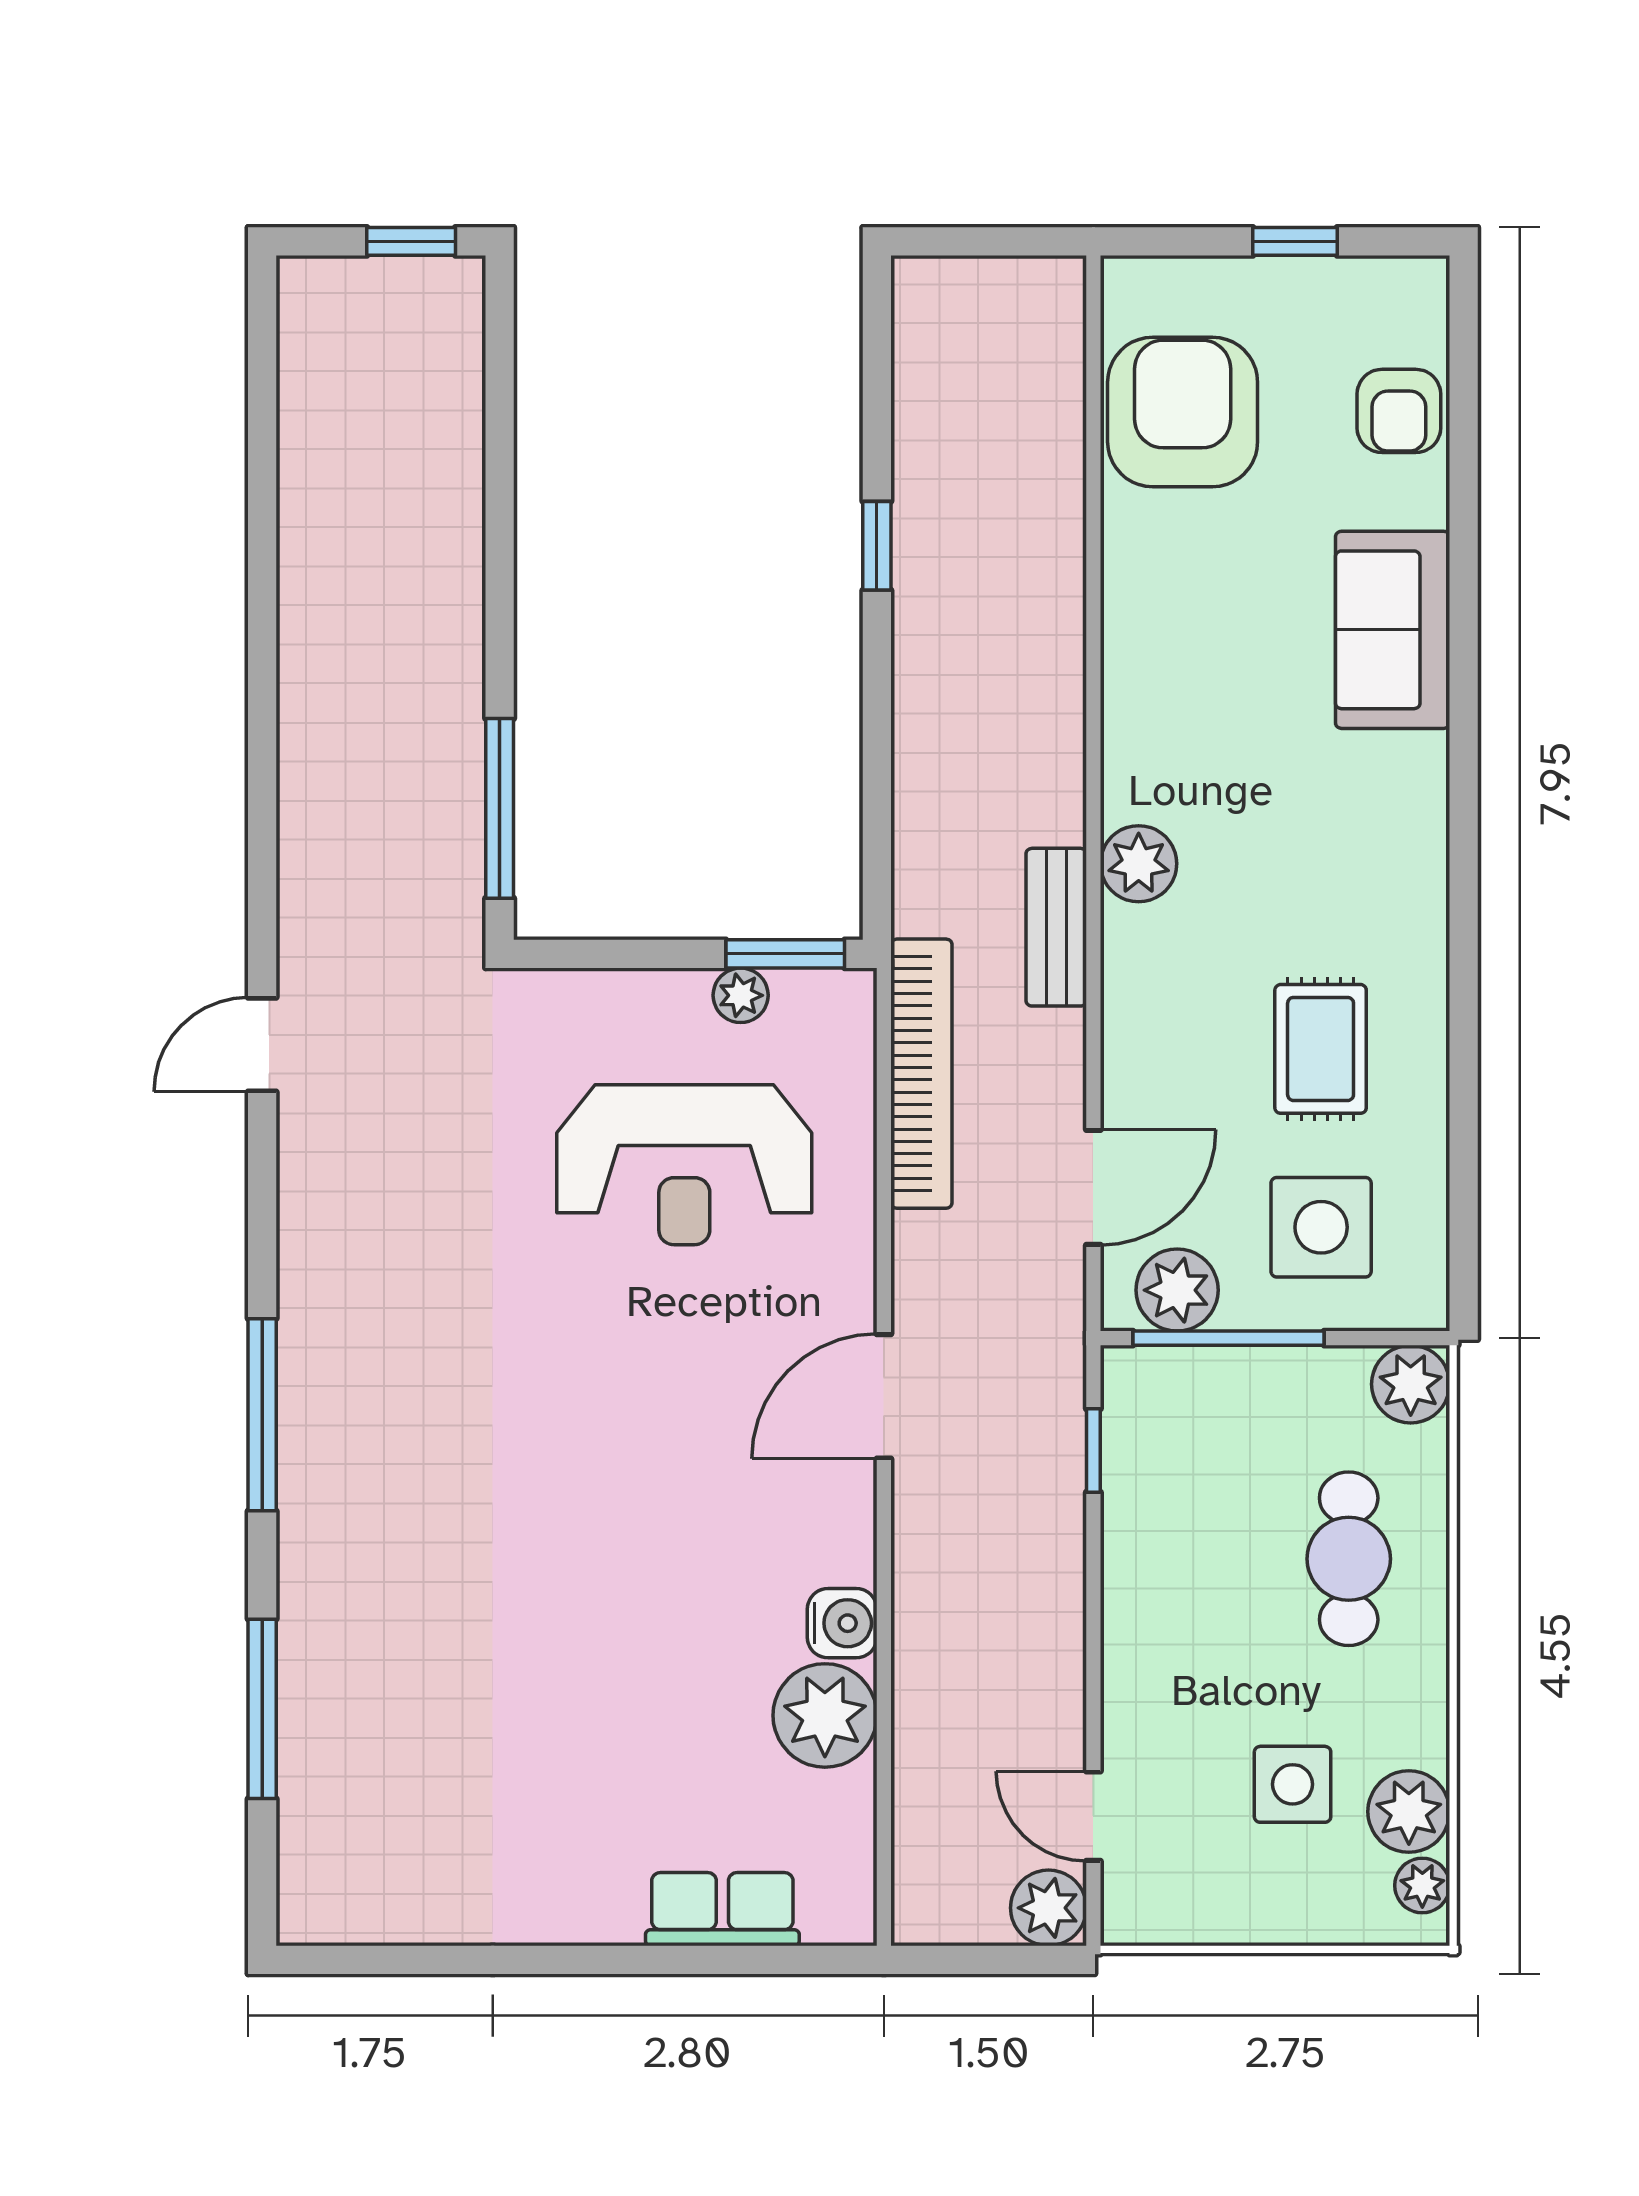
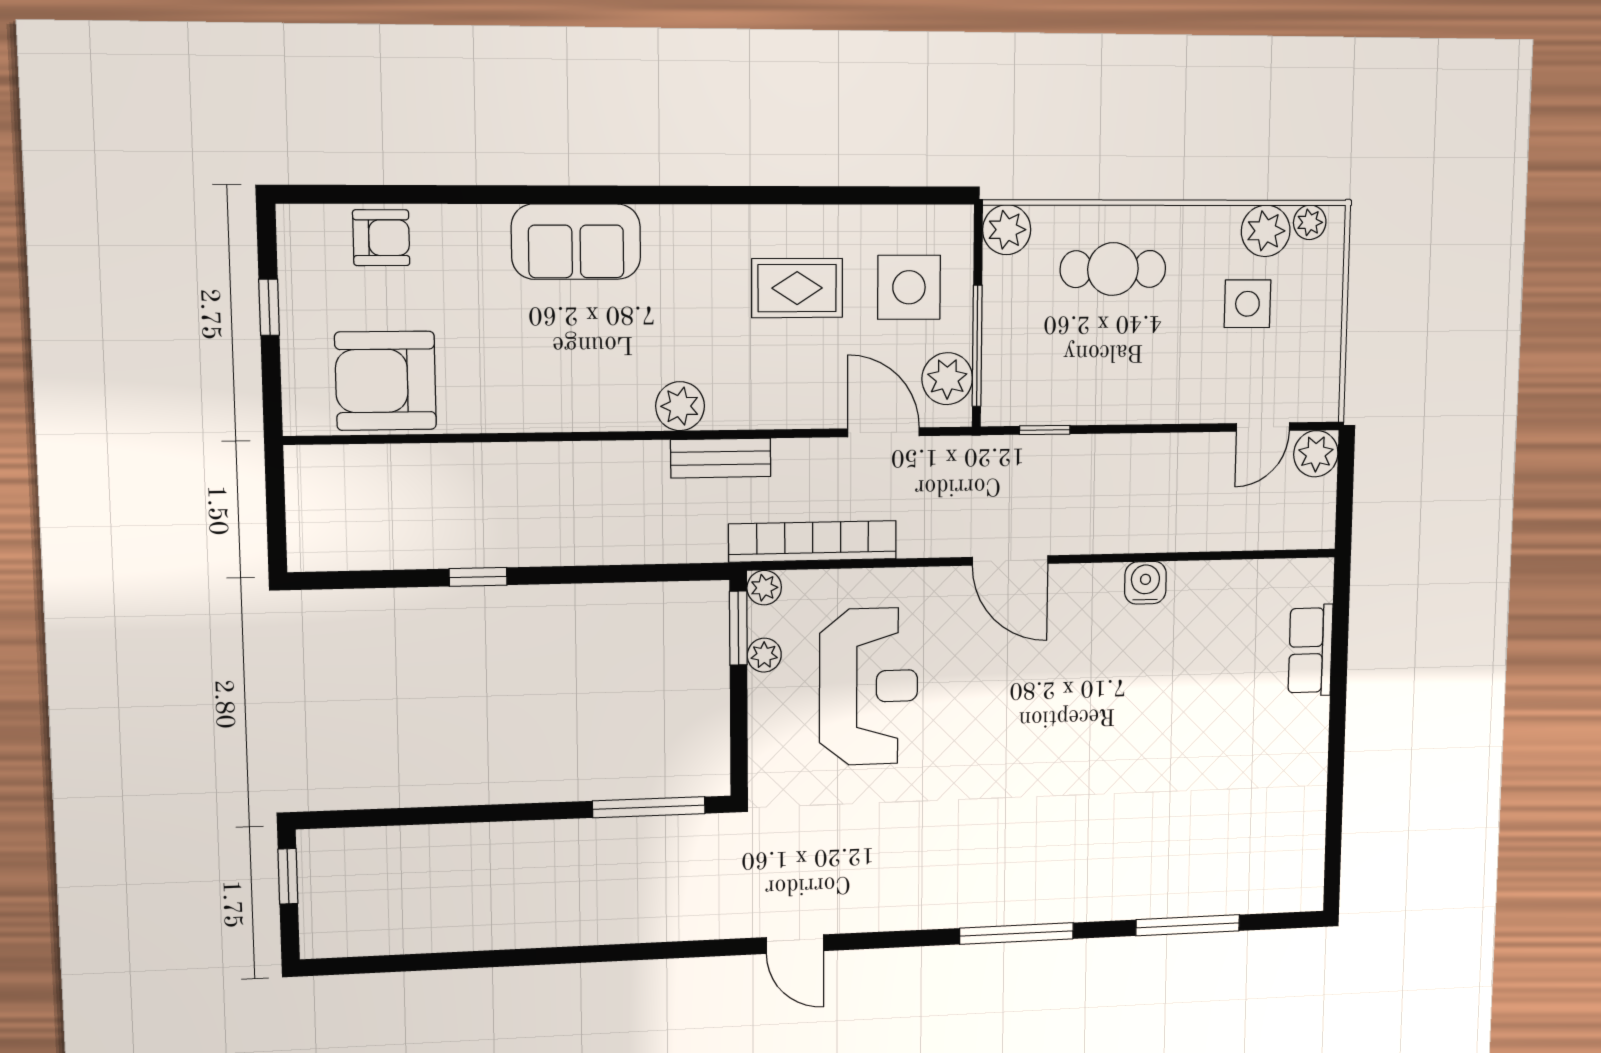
sofa: (1393, 630) -> (576, 242), moved
plant: (825, 1715) -> (764, 588), moved, width x0.53, depth x0.53

